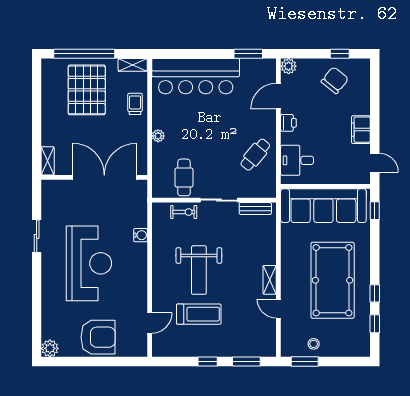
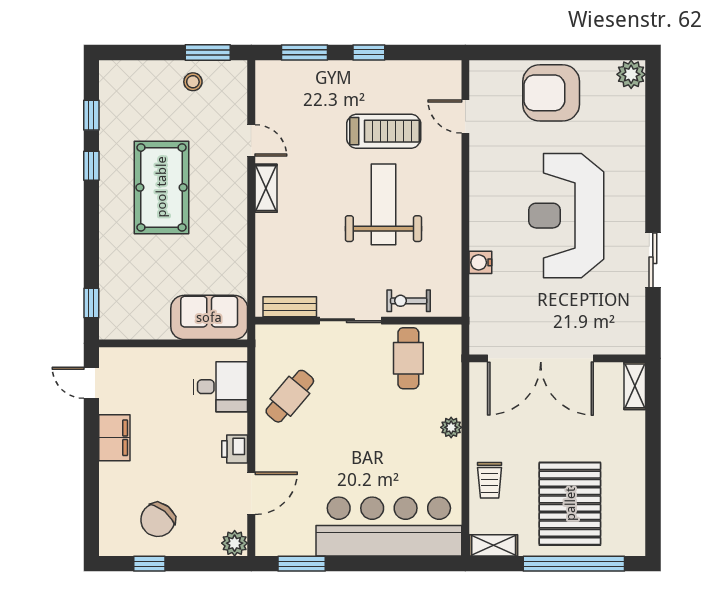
sofa: (323, 206) -> (209, 317), width x0.54, depth x0.79
pool table: (333, 280) -> (161, 187), width x0.73, depth x0.76
treadmill: (199, 314) -> (384, 131), turned 180
door: (150, 323) -> (465, 117), hinge flipped

